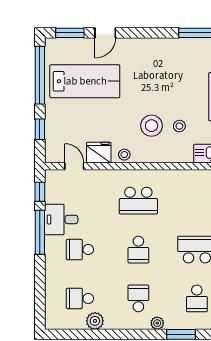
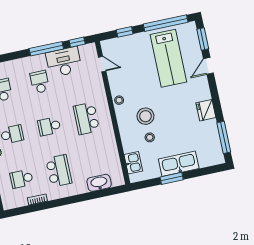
door: (105, 33) -> (208, 66), hinge flipped
fridge: (99, 153) -> (206, 110), moved, turned 180
door: (74, 166) -> (102, 64), hinge flipped
desk: (61, 219) -> (64, 62), width x1.37

